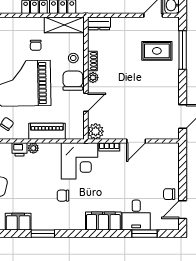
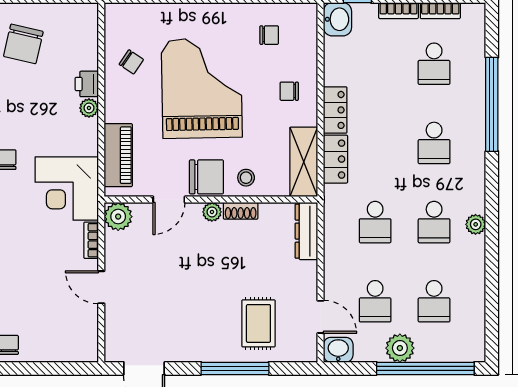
dresser: (99, 23) -> (306, 231), width x1.44
chair: (36, 45) -> (289, 91), moved
window: (183, 50) -> (235, 368), moved
door: (86, 102) -> (169, 200), hinge flipped
piano: (47, 131) -> (118, 155), moved

